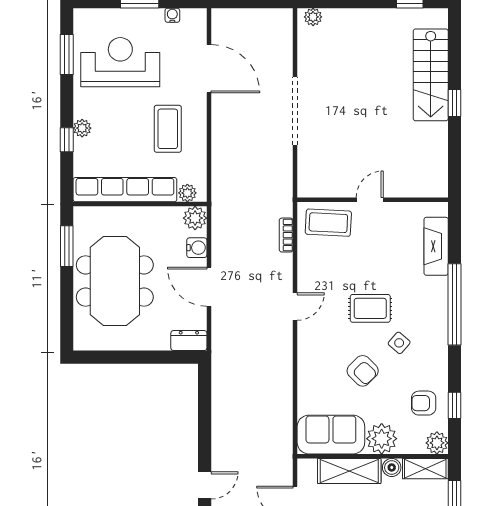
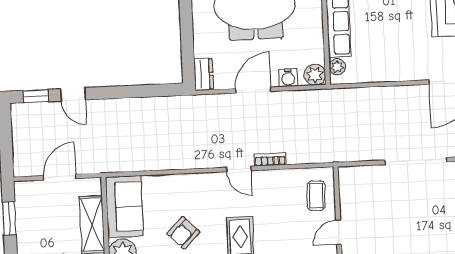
coffee table: (168, 129) -> (395, 46), removed
door: (370, 200) -> (339, 232), swing flipped
coffee table: (328, 223) -> (316, 196), width x0.73, depth x0.77
bookcase: (286, 235) -> (270, 159), moved

